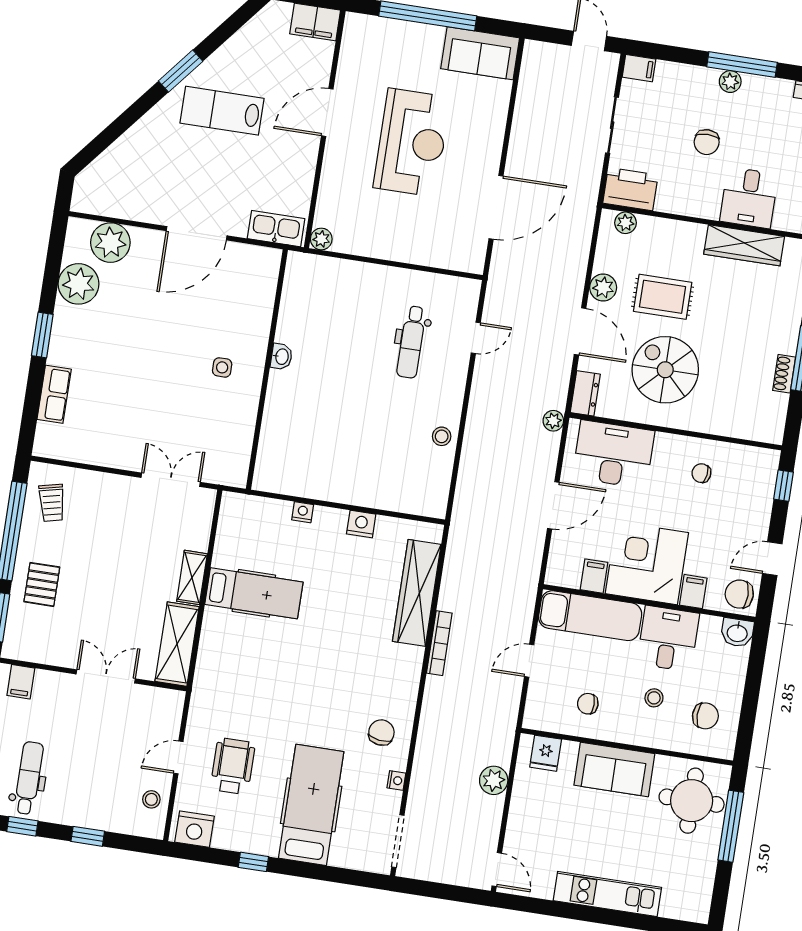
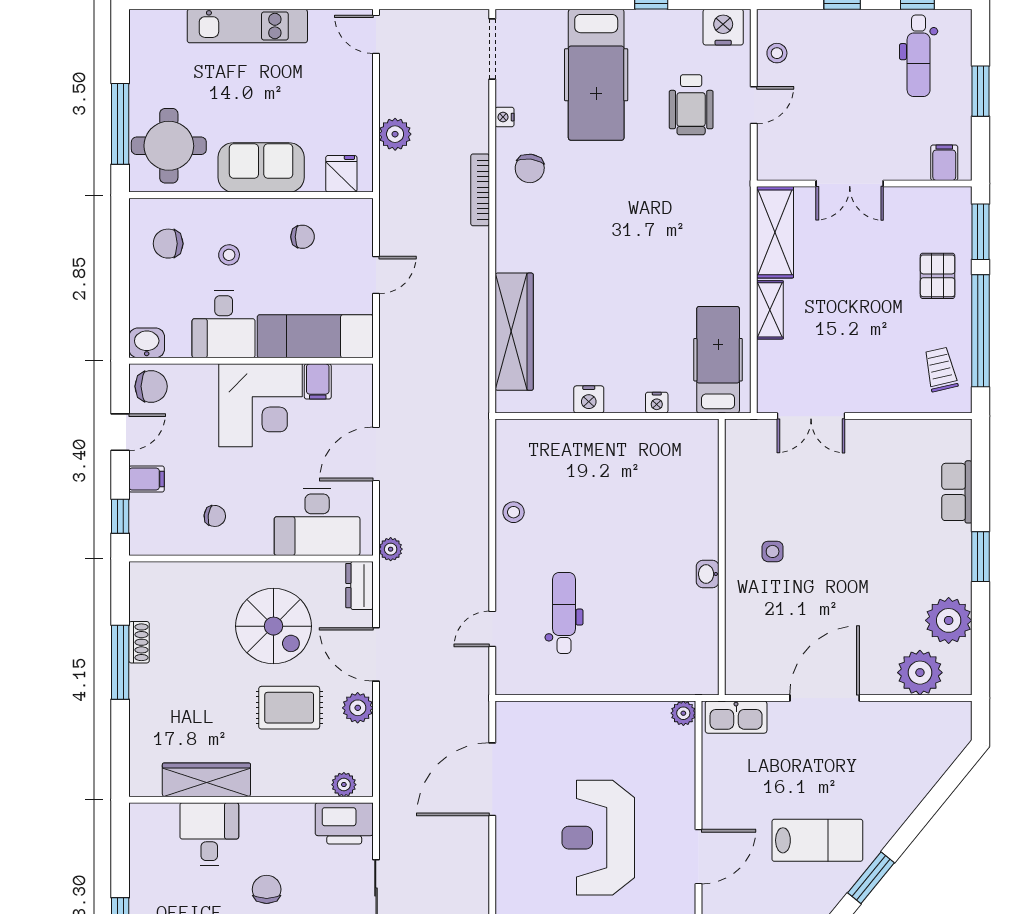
filing cabinet: (693, 592) -> (147, 479), moved, turned -90
hospital bed: (254, 593) -> (718, 360), moved, turned 90
bookcase: (439, 643) -> (480, 190), moved

